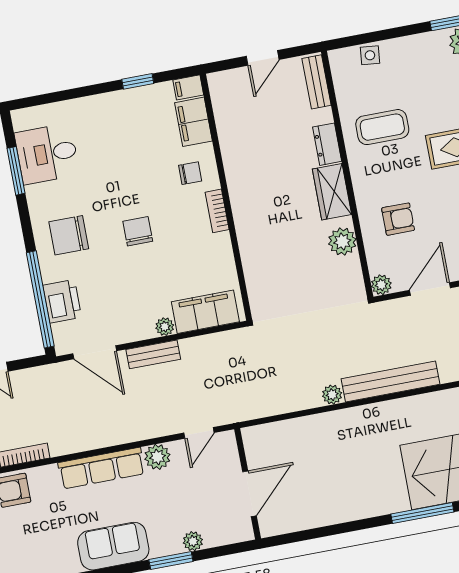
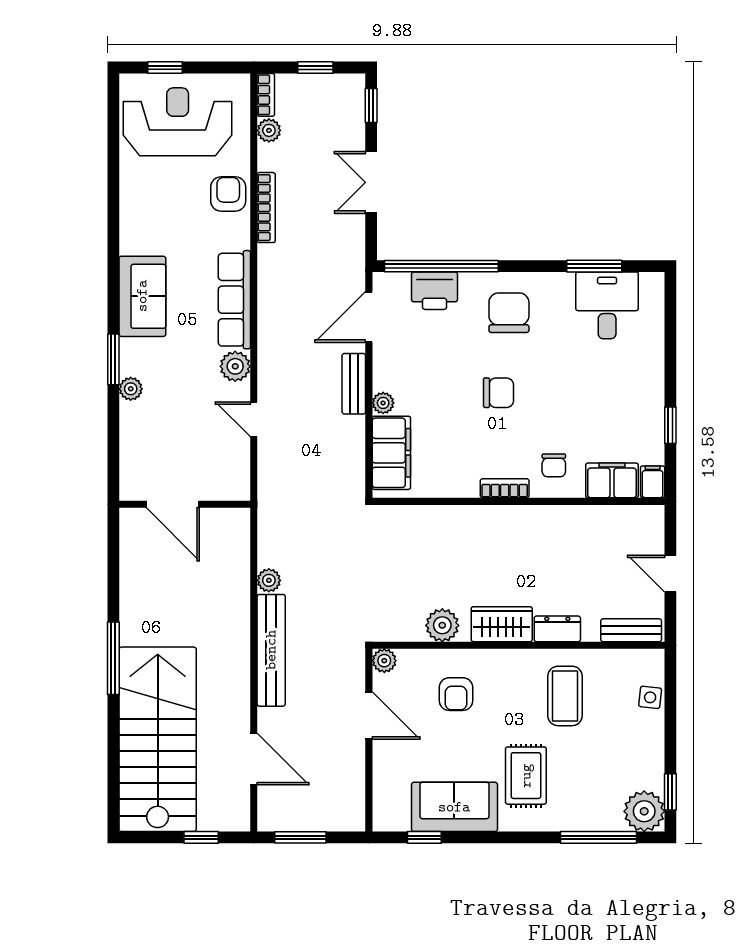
wall: (248, 484) -> (185, 504), moved
door: (249, 494) -> (173, 504), moved

